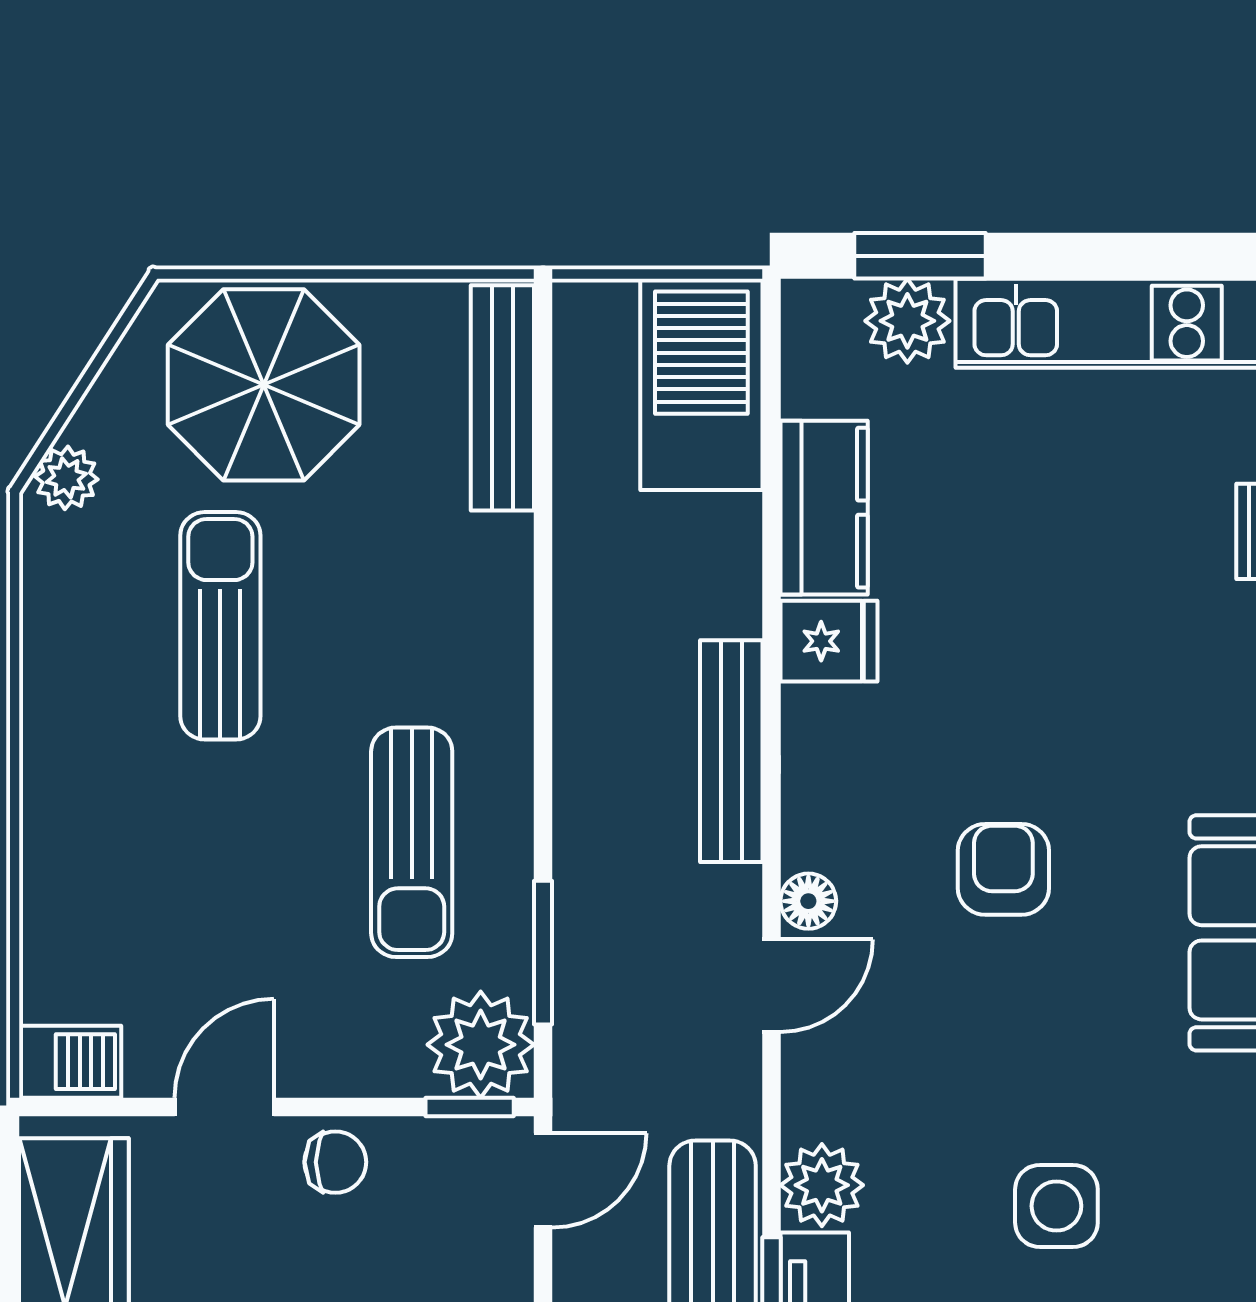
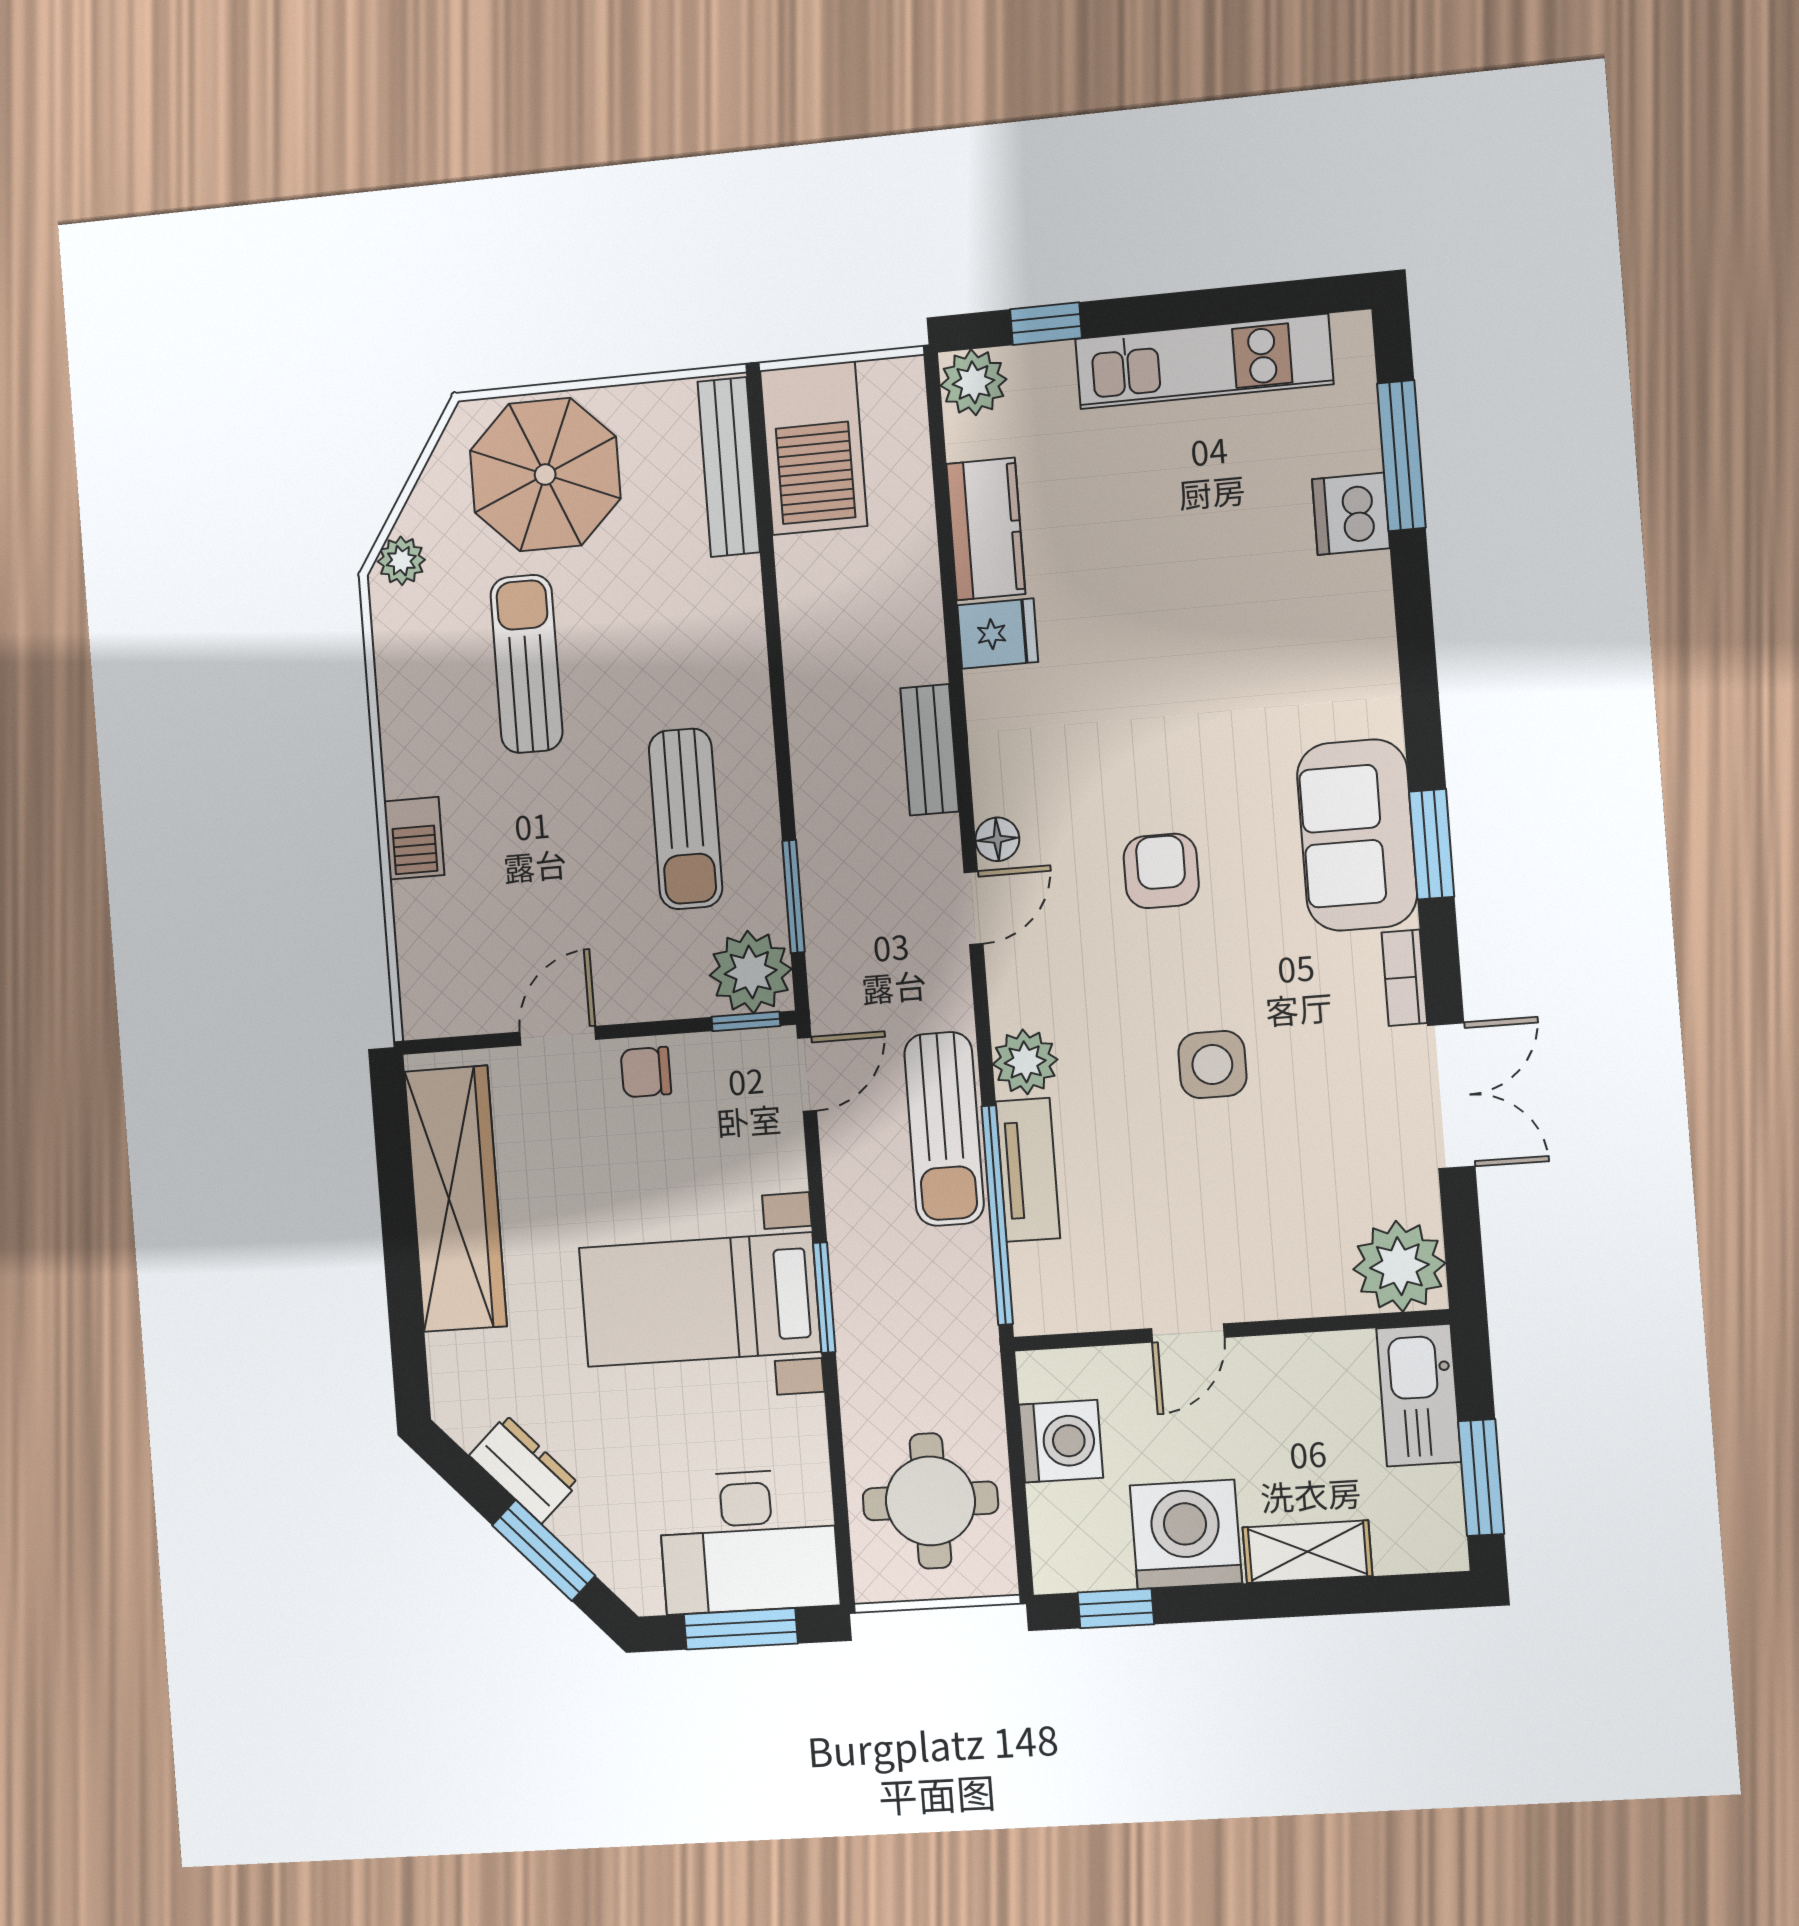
window: (920, 256) -> (1046, 324), width x0.67
plant: (907, 321) -> (973, 382), moved
barbecue: (701, 384) -> (814, 448), moved, turned 180
bench: (731, 751) -> (930, 750), width x0.73
armchair: (1003, 869) -> (1161, 871), moved
barbecue: (70, 1062) -> (414, 838), moved, turned 90
chair: (335, 1162) -> (646, 1072), turned 180

